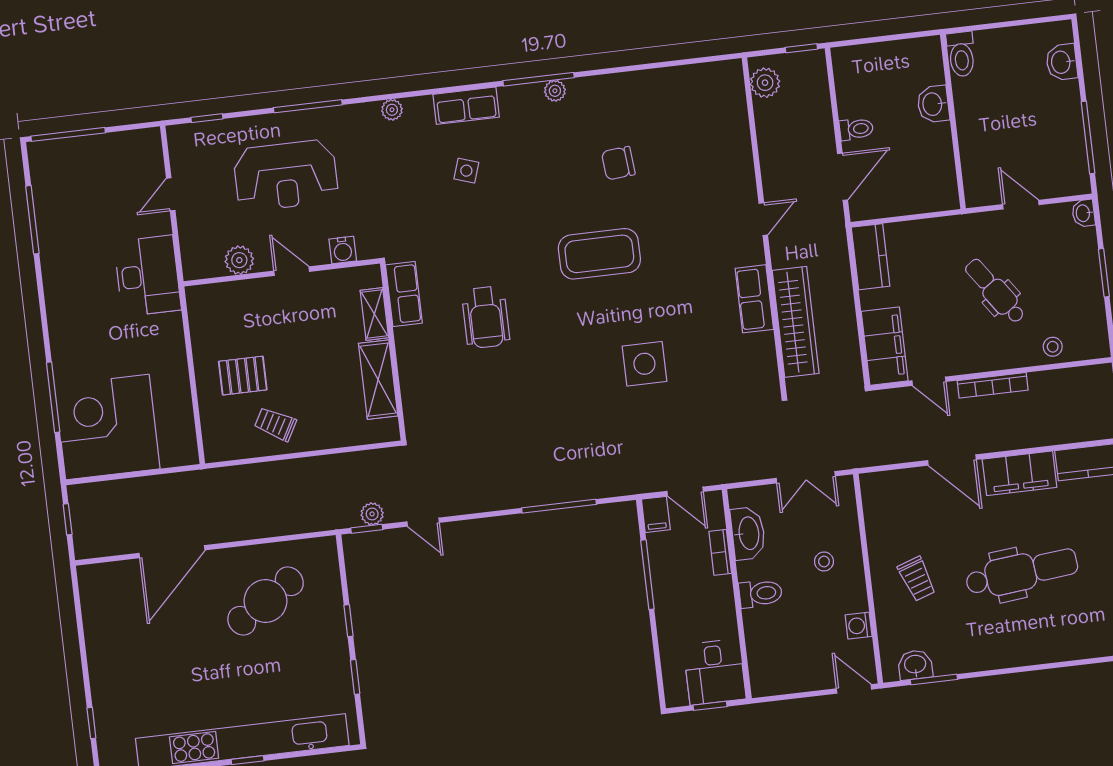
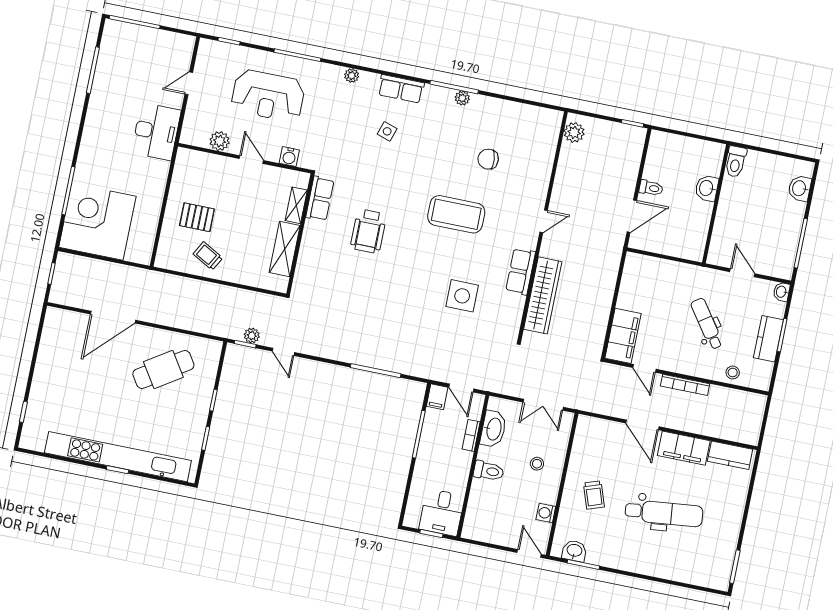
plant: (765, 83) -> (574, 132), moved
door: (763, 219) -> (544, 221), moved
wall: (764, 227) -> (543, 226), moved
kitchen counter: (871, 257) -> (768, 339), moved, turned 180
row of seats: (754, 299) -> (521, 271), moved
wardrobe: (796, 322) -> (543, 295), moved

